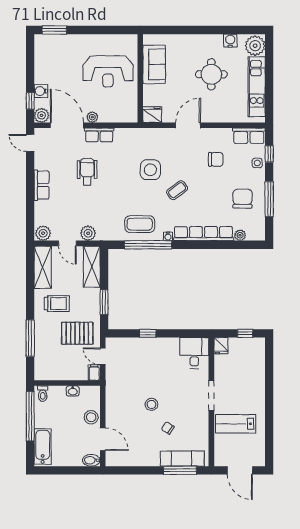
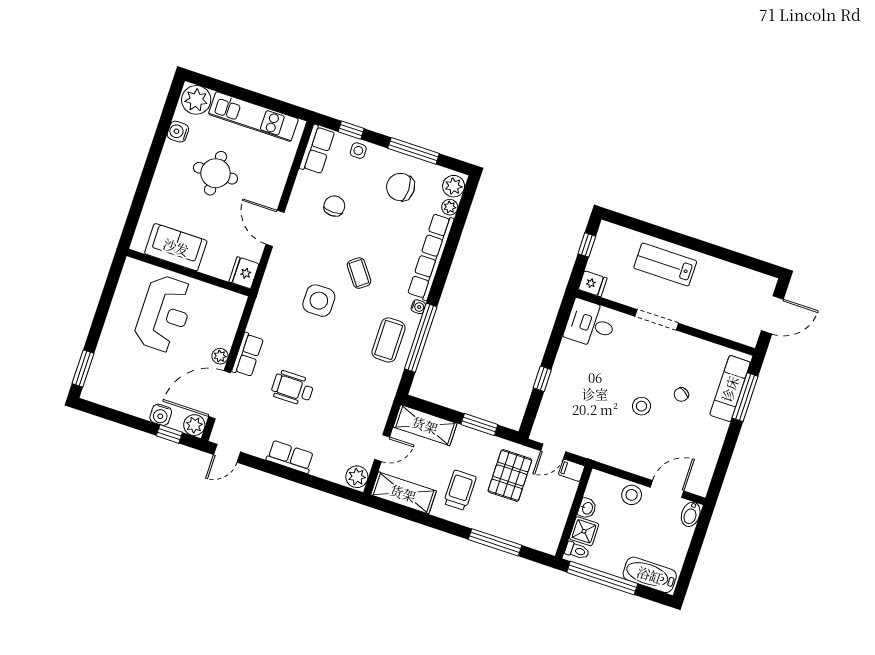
plant: (88, 233) -> (454, 186), moved
shower: (57, 394) -> (584, 531), added
lab bench: (236, 424) -> (665, 265), moved, turned 90

